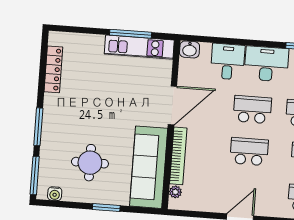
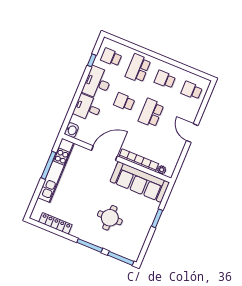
kitchen unit: (139, 47) -> (56, 170), width x1.36
door: (172, 105) -> (104, 153), hinge flipped
school desk: (252, 110) -> (124, 102), width x0.54
round table: (90, 163) -> (110, 218), moved
water cooler: (55, 194) -> (137, 249), removed

